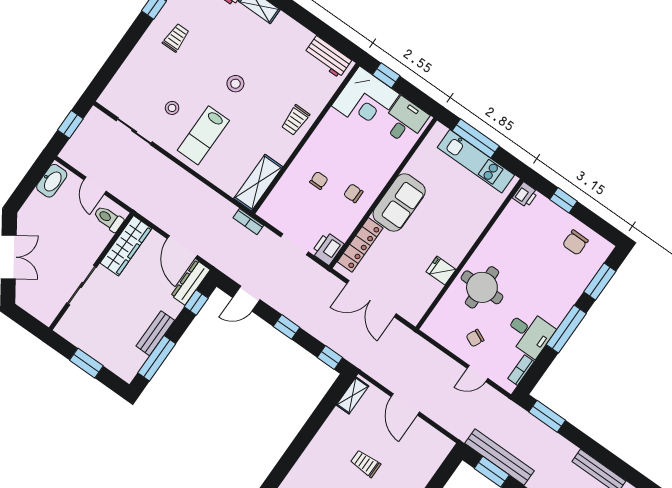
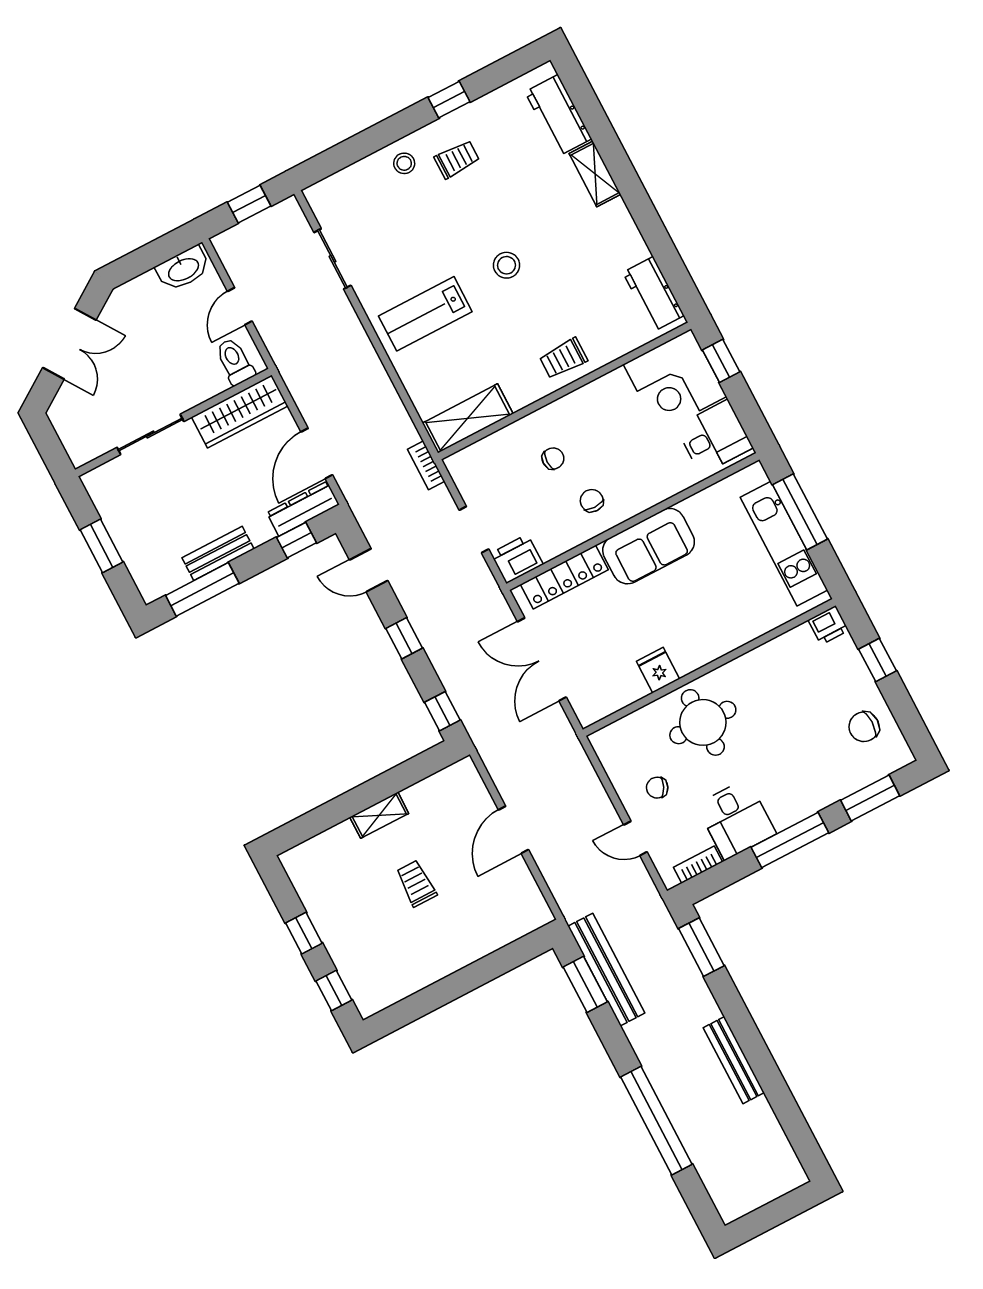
stool: (172, 108) -> (404, 163), moved
shelving: (352, 395) -> (379, 815), moved

